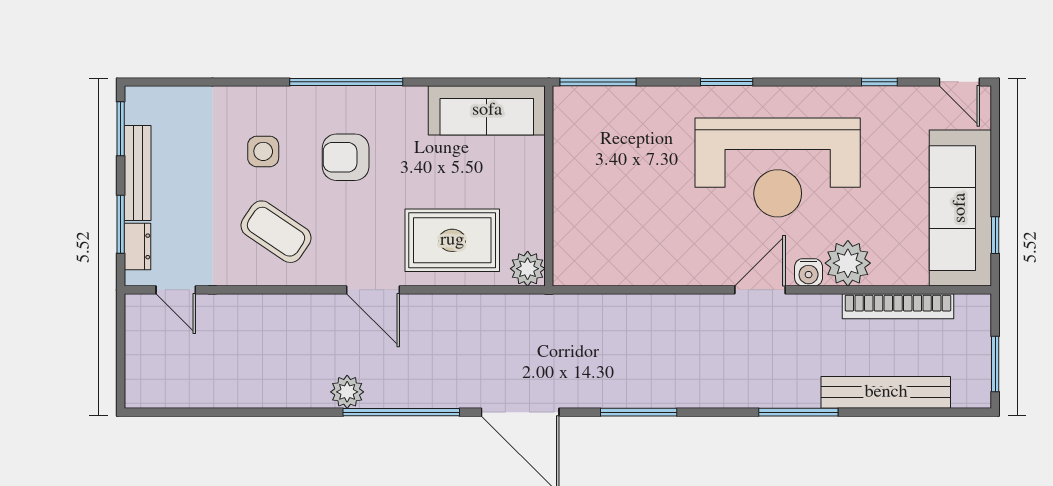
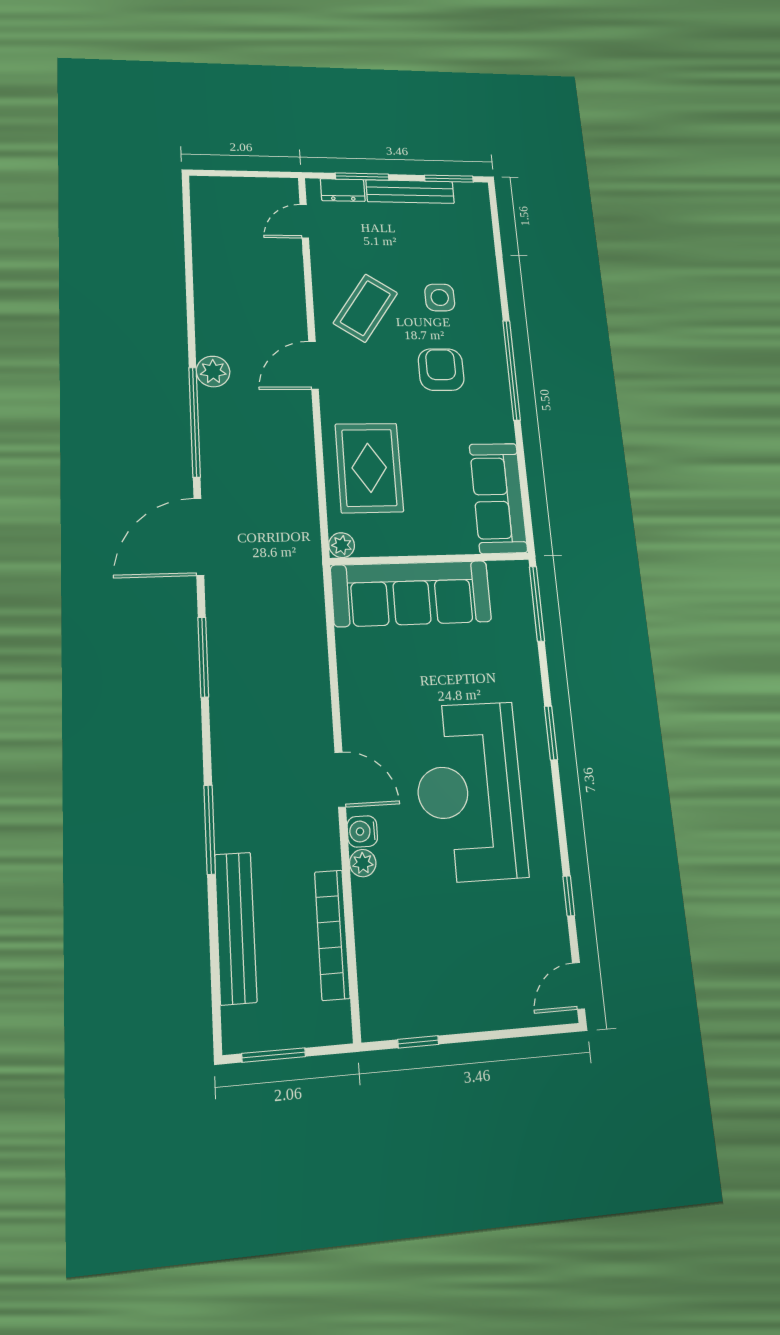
sofa: (960, 208) -> (411, 593), moved, turned 180
plant: (848, 263) -> (363, 863), width x0.53, depth x0.53
plant: (528, 269) -> (342, 545), width x0.73, depth x0.73
door: (373, 290) -> (314, 365), moved

